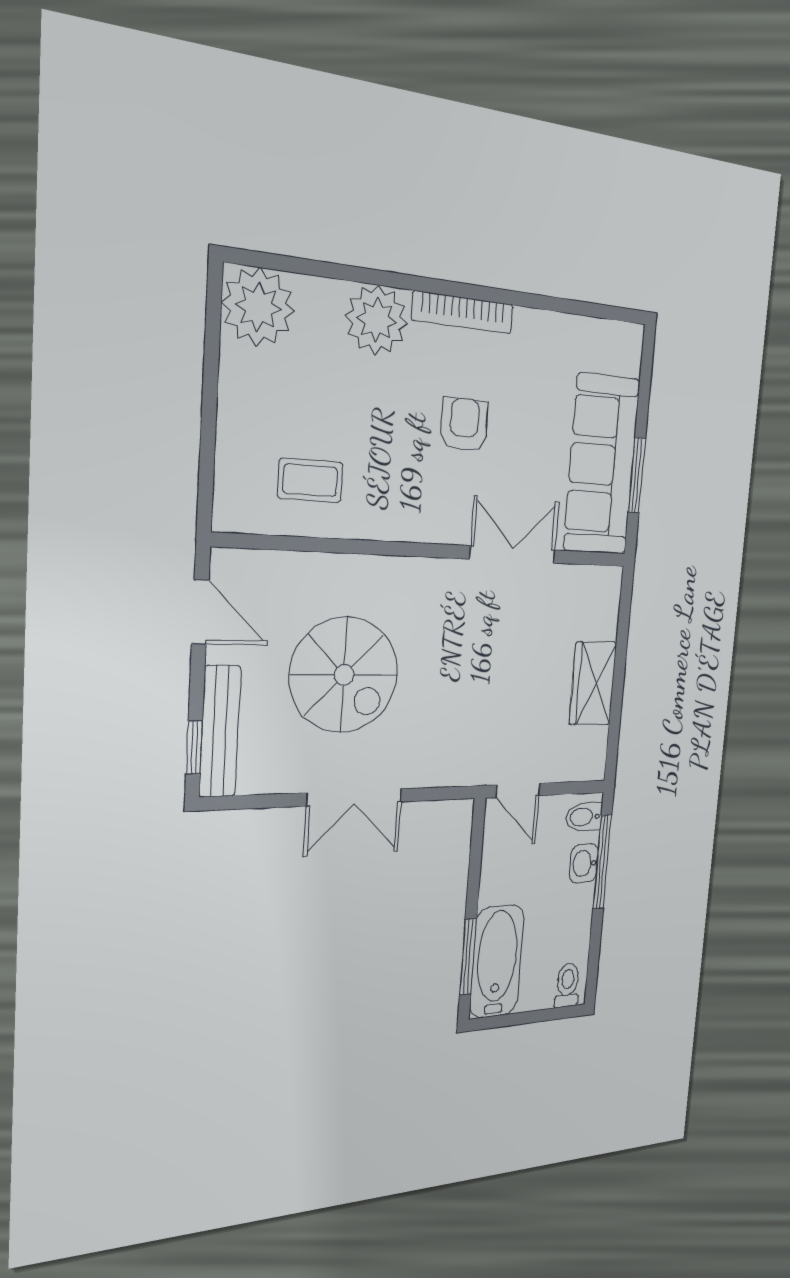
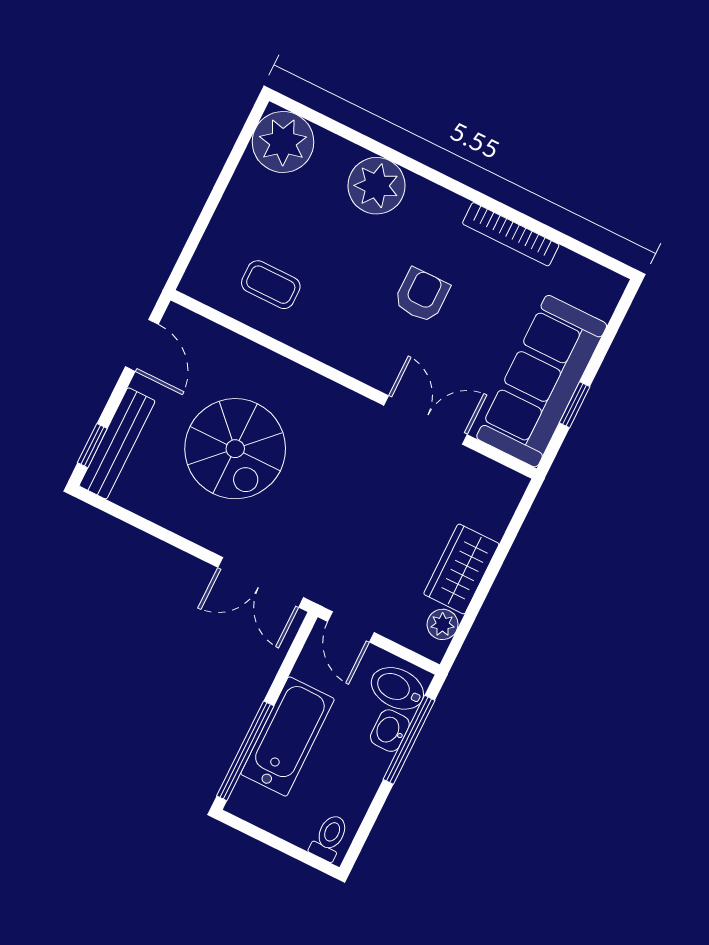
bookcase: (463, 312) -> (511, 234), moved
window: (637, 475) -> (575, 405), width x0.67
plant: (595, 743) -> (443, 624), added
double door: (355, 797) -> (261, 582), moved
bidet: (584, 817) -> (397, 688), width x1.38, depth x1.36
window: (468, 957) -> (245, 751), width x1.44
bathtub: (497, 961) -> (288, 736), moved

